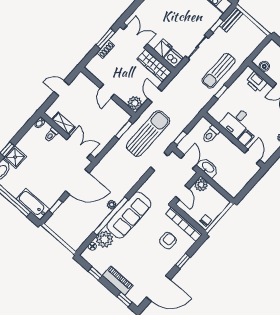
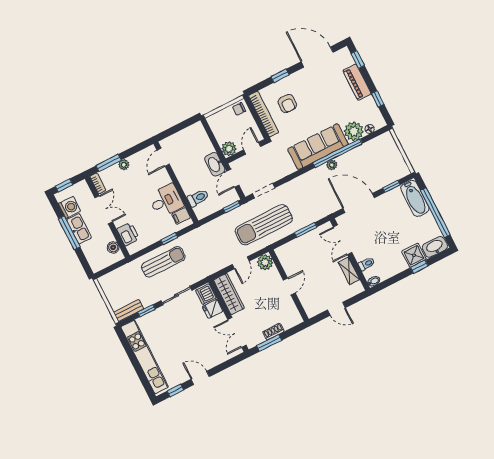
window: (124, 130) -> (306, 230), moved
filing cabinet: (246, 138) -> (181, 216), moved
armchair: (168, 241) -> (287, 104), turned -90

